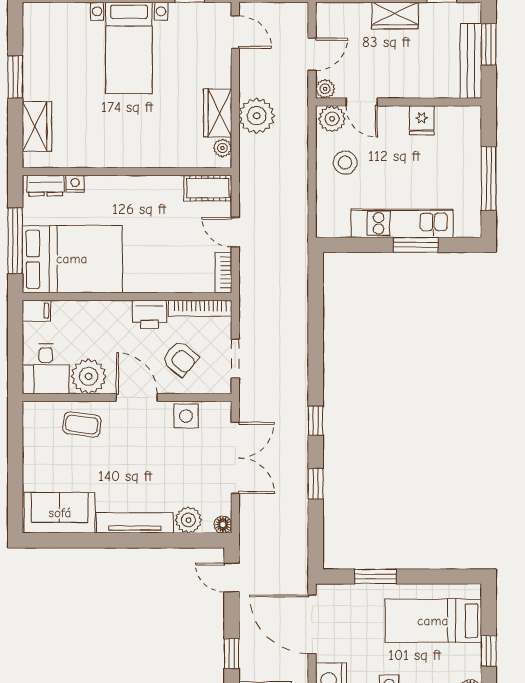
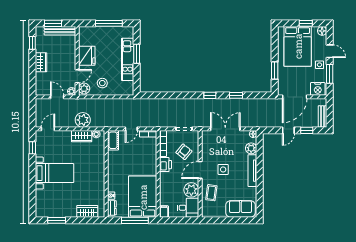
window: (15, 77) -> (57, 220), moved
fridge: (422, 120) -> (87, 56), width x1.88, depth x1.34
side table: (186, 416) -> (223, 169), moved
sofa: (60, 513) -> (241, 209), moved, turned 90
door: (232, 578) -> (288, 130), moved
bed: (433, 621) -> (298, 46), width x1.50

